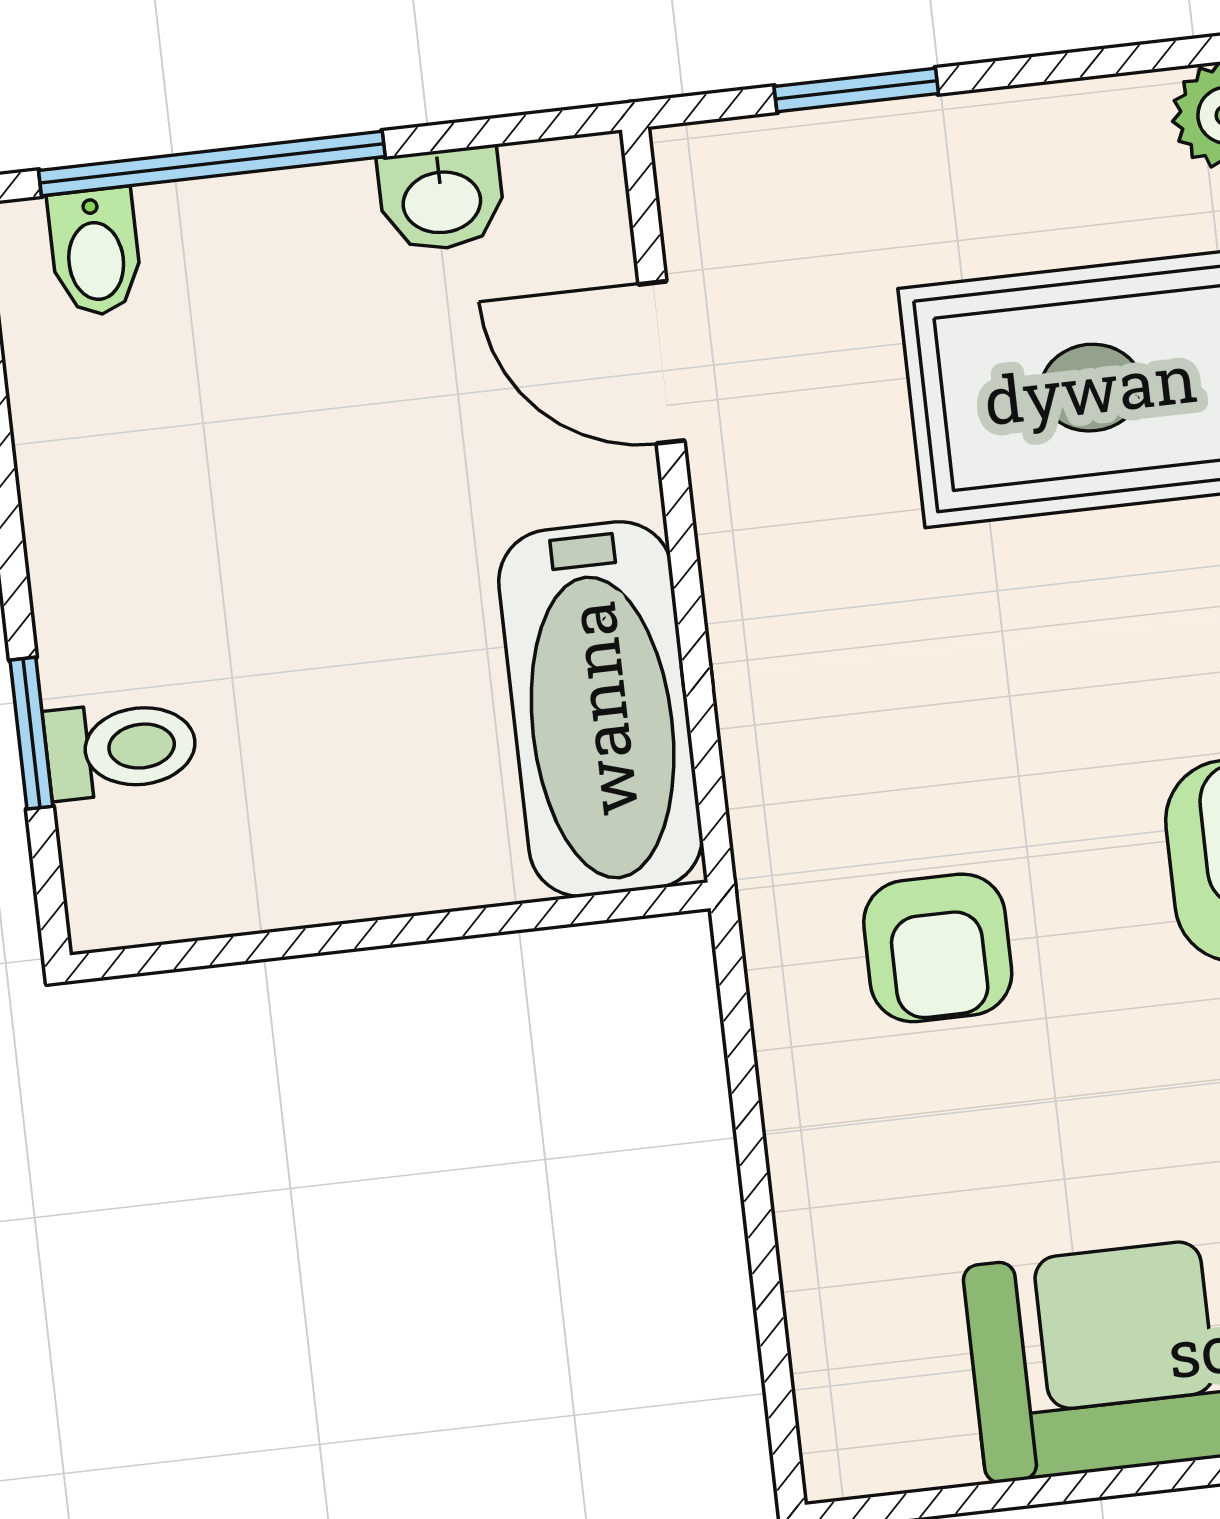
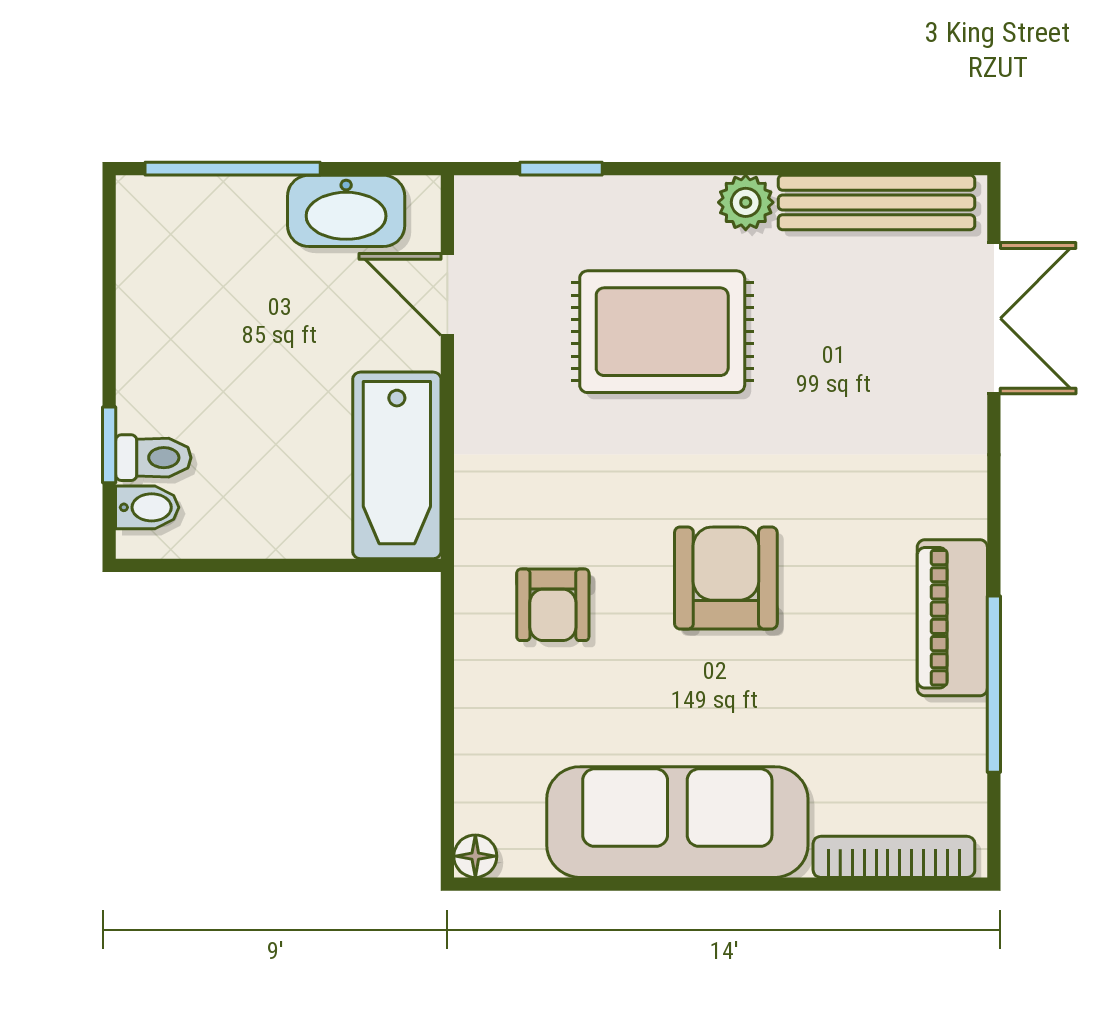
washbasin: (442, 199) -> (346, 211), width x1.91, depth x1.45
bidet: (95, 252) -> (147, 507), moved, turned -90
floor lamp: (842, 1458) -> (475, 856), added

